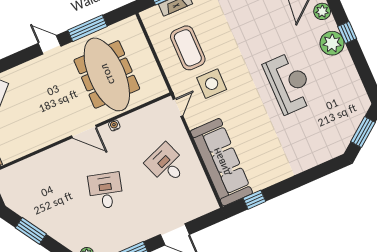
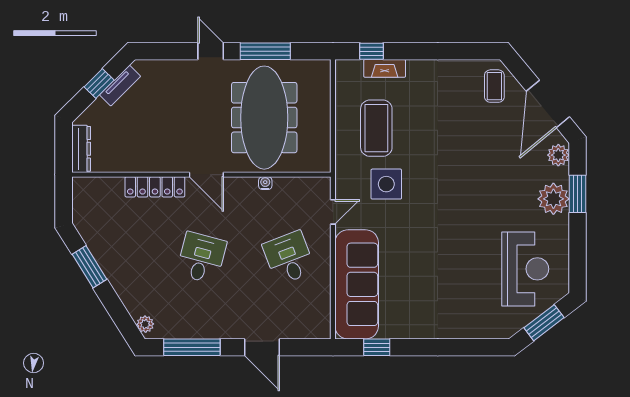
window: (347, 32) -> (577, 194), width x1.50
reception desk: (289, 83) -> (525, 269), moved
door: (178, 108) -> (333, 212), moved
water cooler: (114, 125) -> (265, 183), moved
locker: (52, 156) -> (155, 187), added

